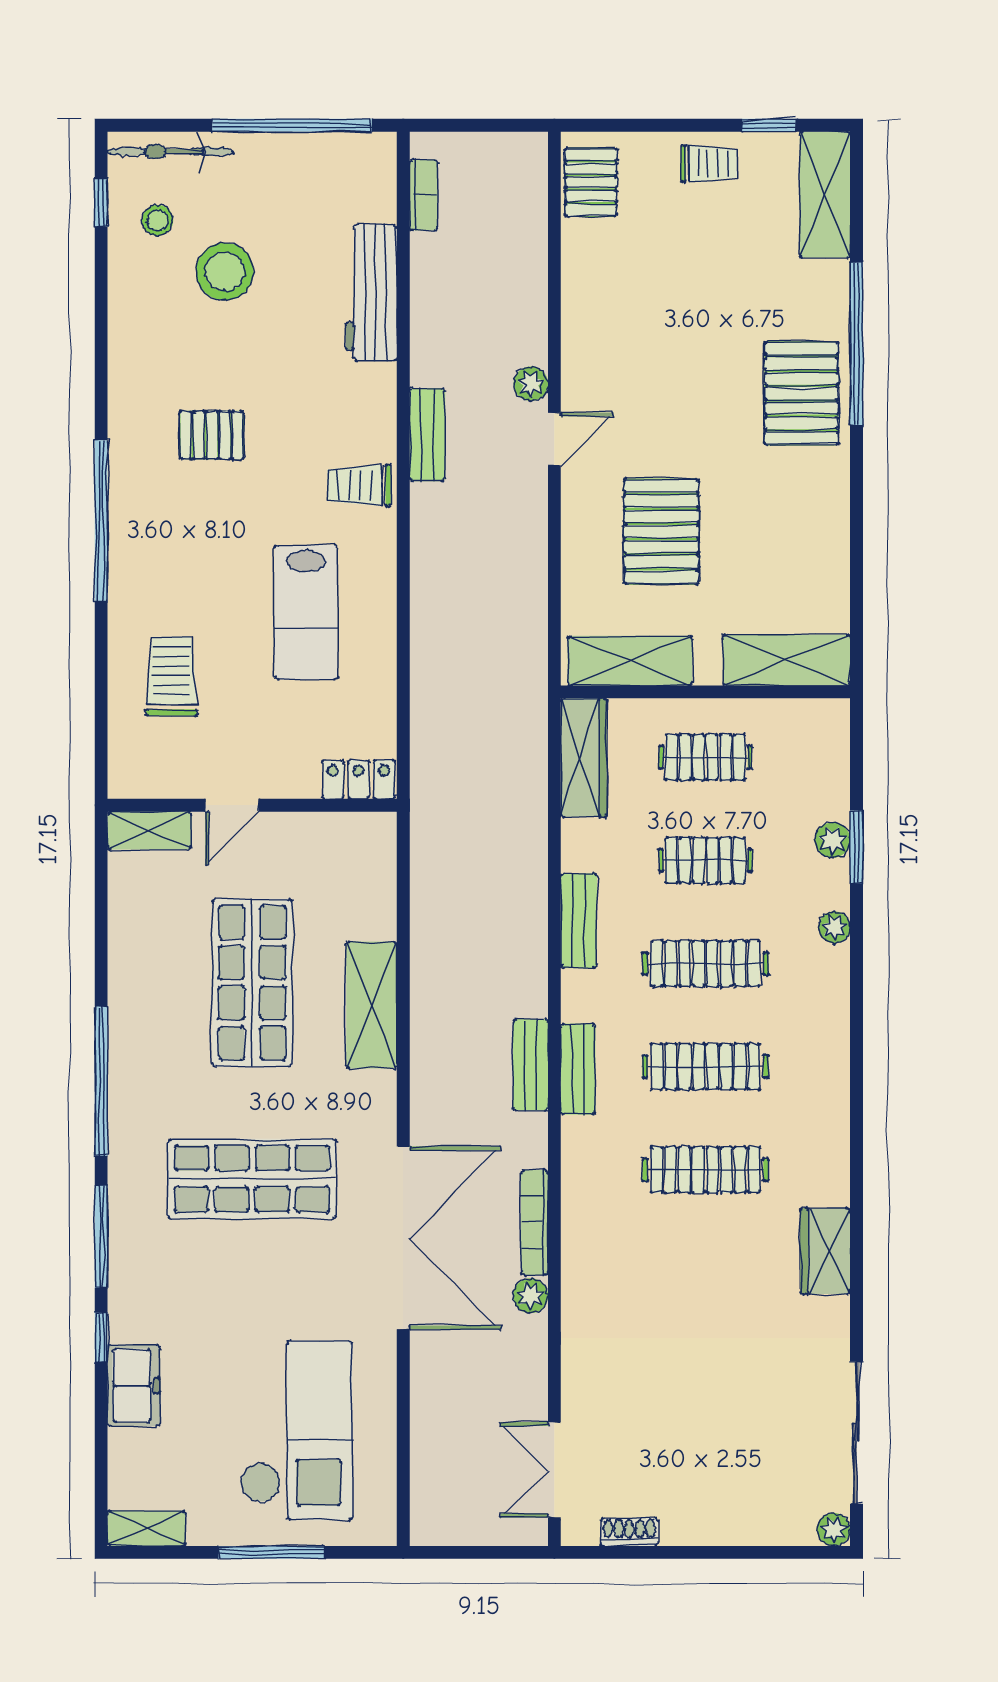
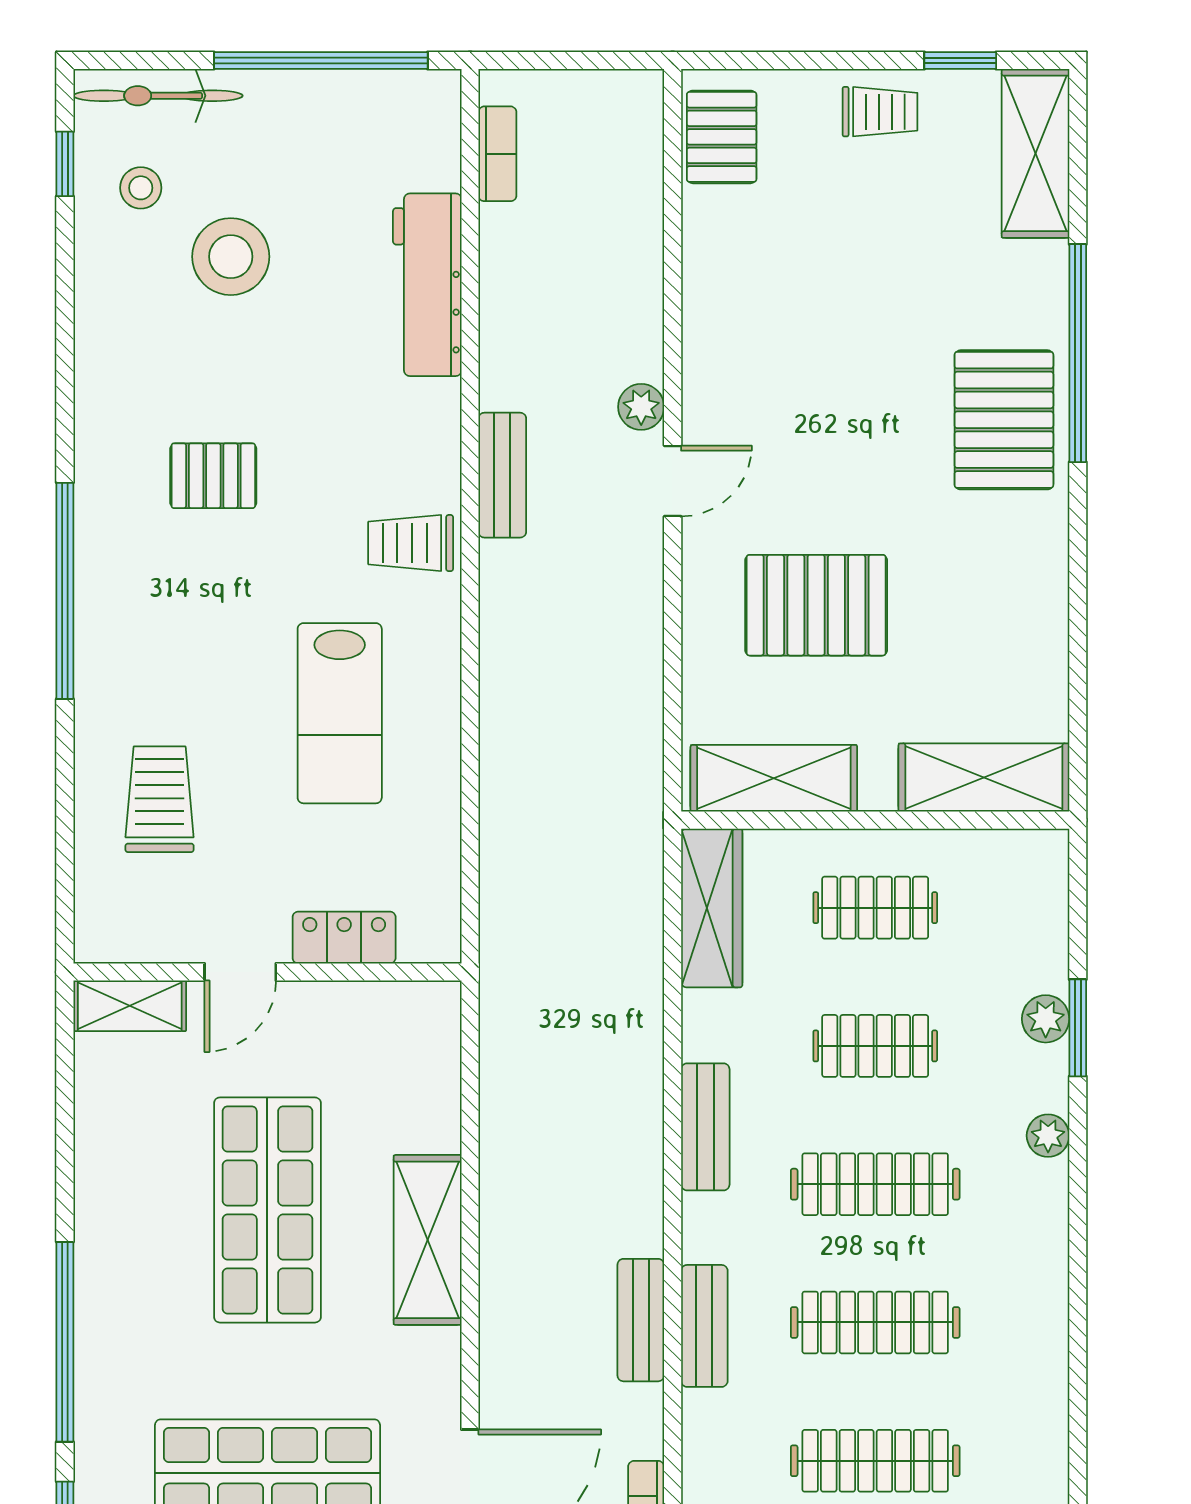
pallet: (661, 532) -> (816, 605), turned 90
locker: (359, 780) -> (344, 938), moved

